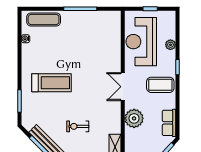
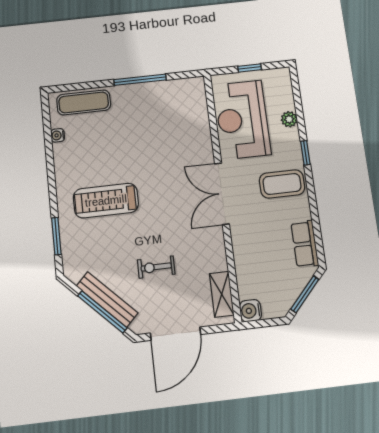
treadmill: (51, 83) -> (106, 201), turned 180
double door: (123, 87) -> (222, 194), width x1.37
plant: (134, 118) -> (247, 243), removed

